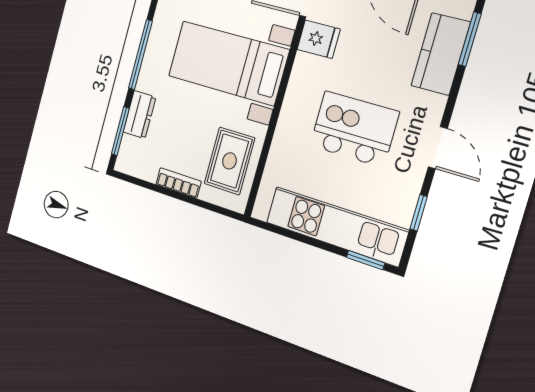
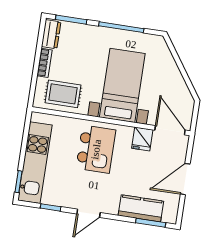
dresser: (140, 115) -> (51, 34), moved, turned -90
kitchen island: (354, 129) -> (96, 149), moved

